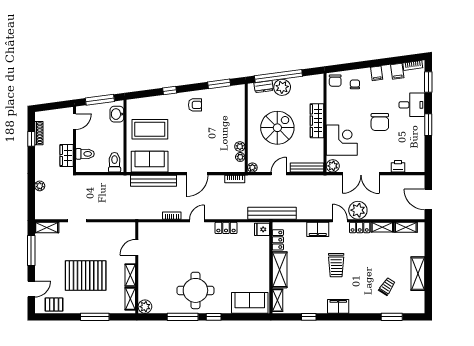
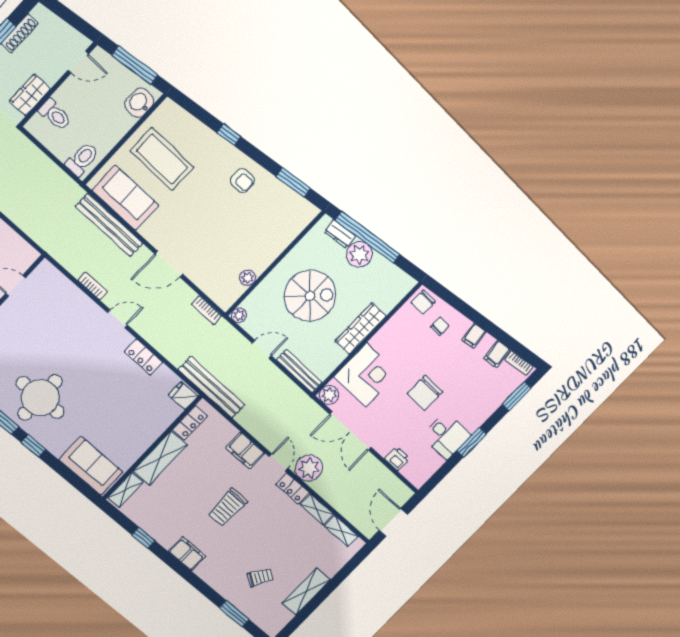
desk: (412, 105) -> (446, 436), moved
plant: (240, 157) -> (237, 290), removed

